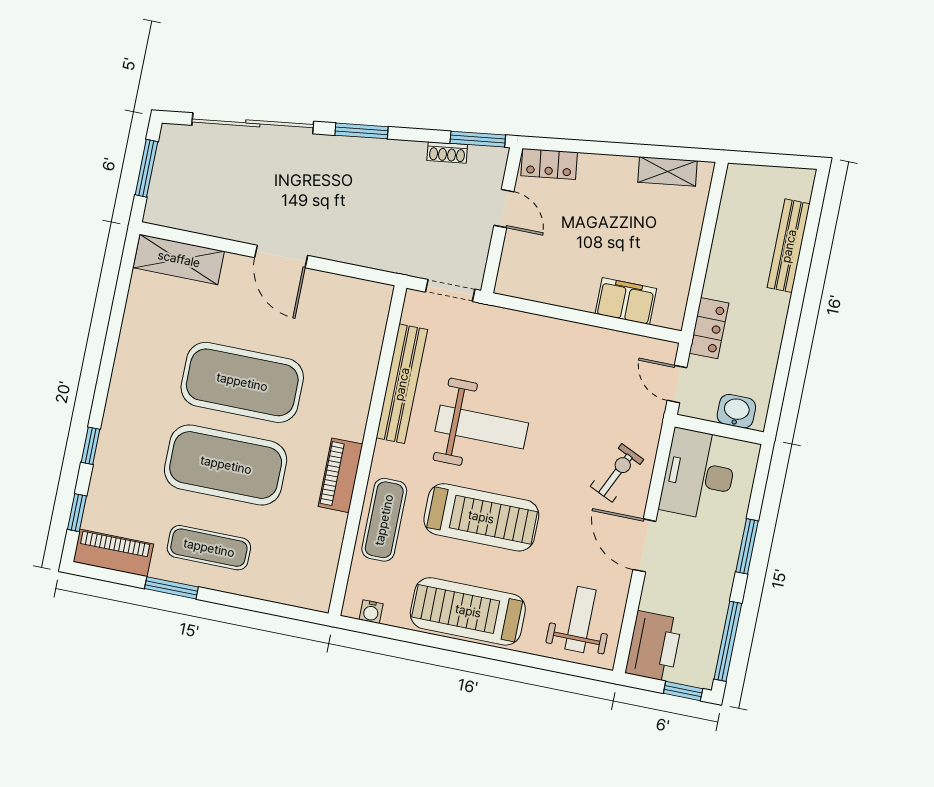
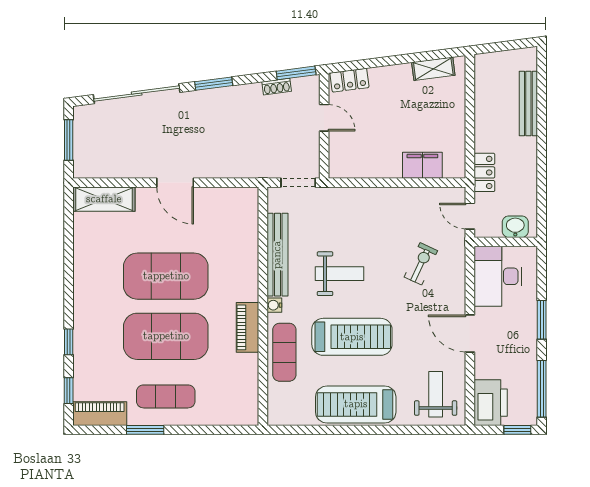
weight bench: (482, 427) -> (339, 274), width x0.73, depth x0.75
exercise bike: (617, 473) -> (421, 264), moved
water cooler: (371, 612) -> (274, 305), moved, turned 90

